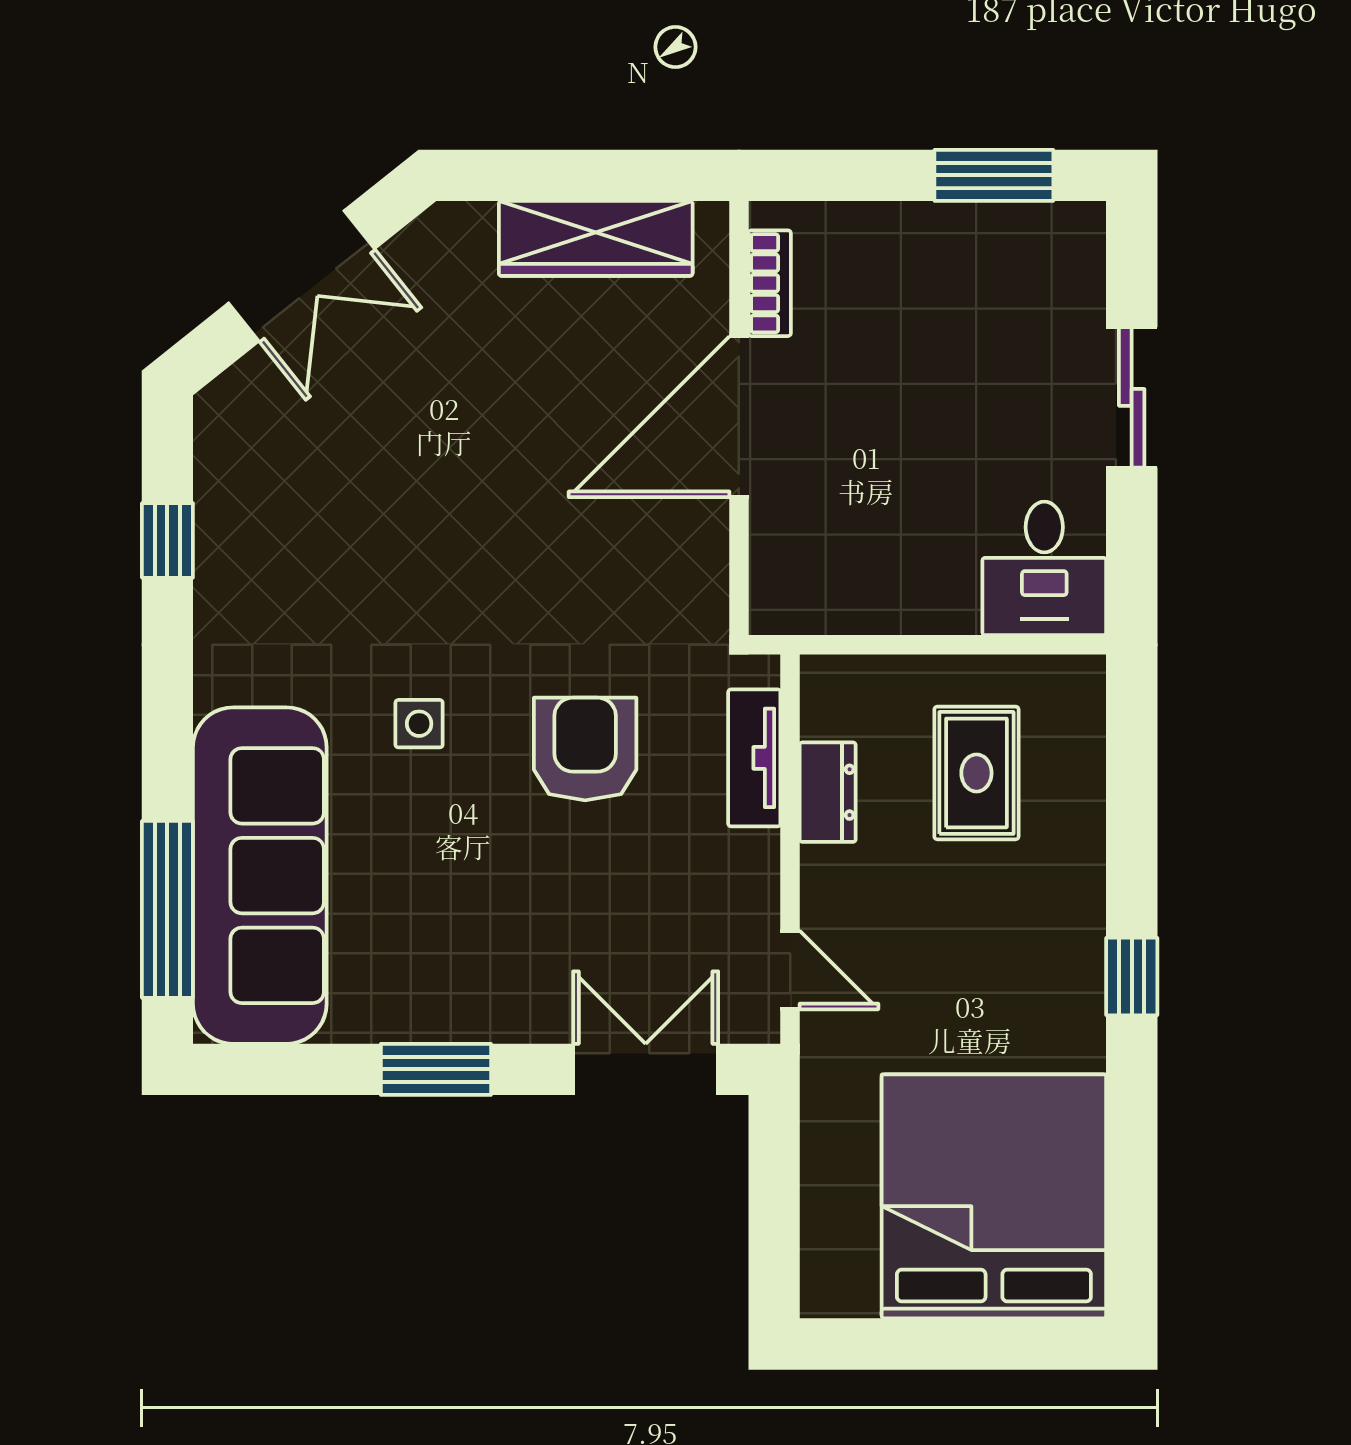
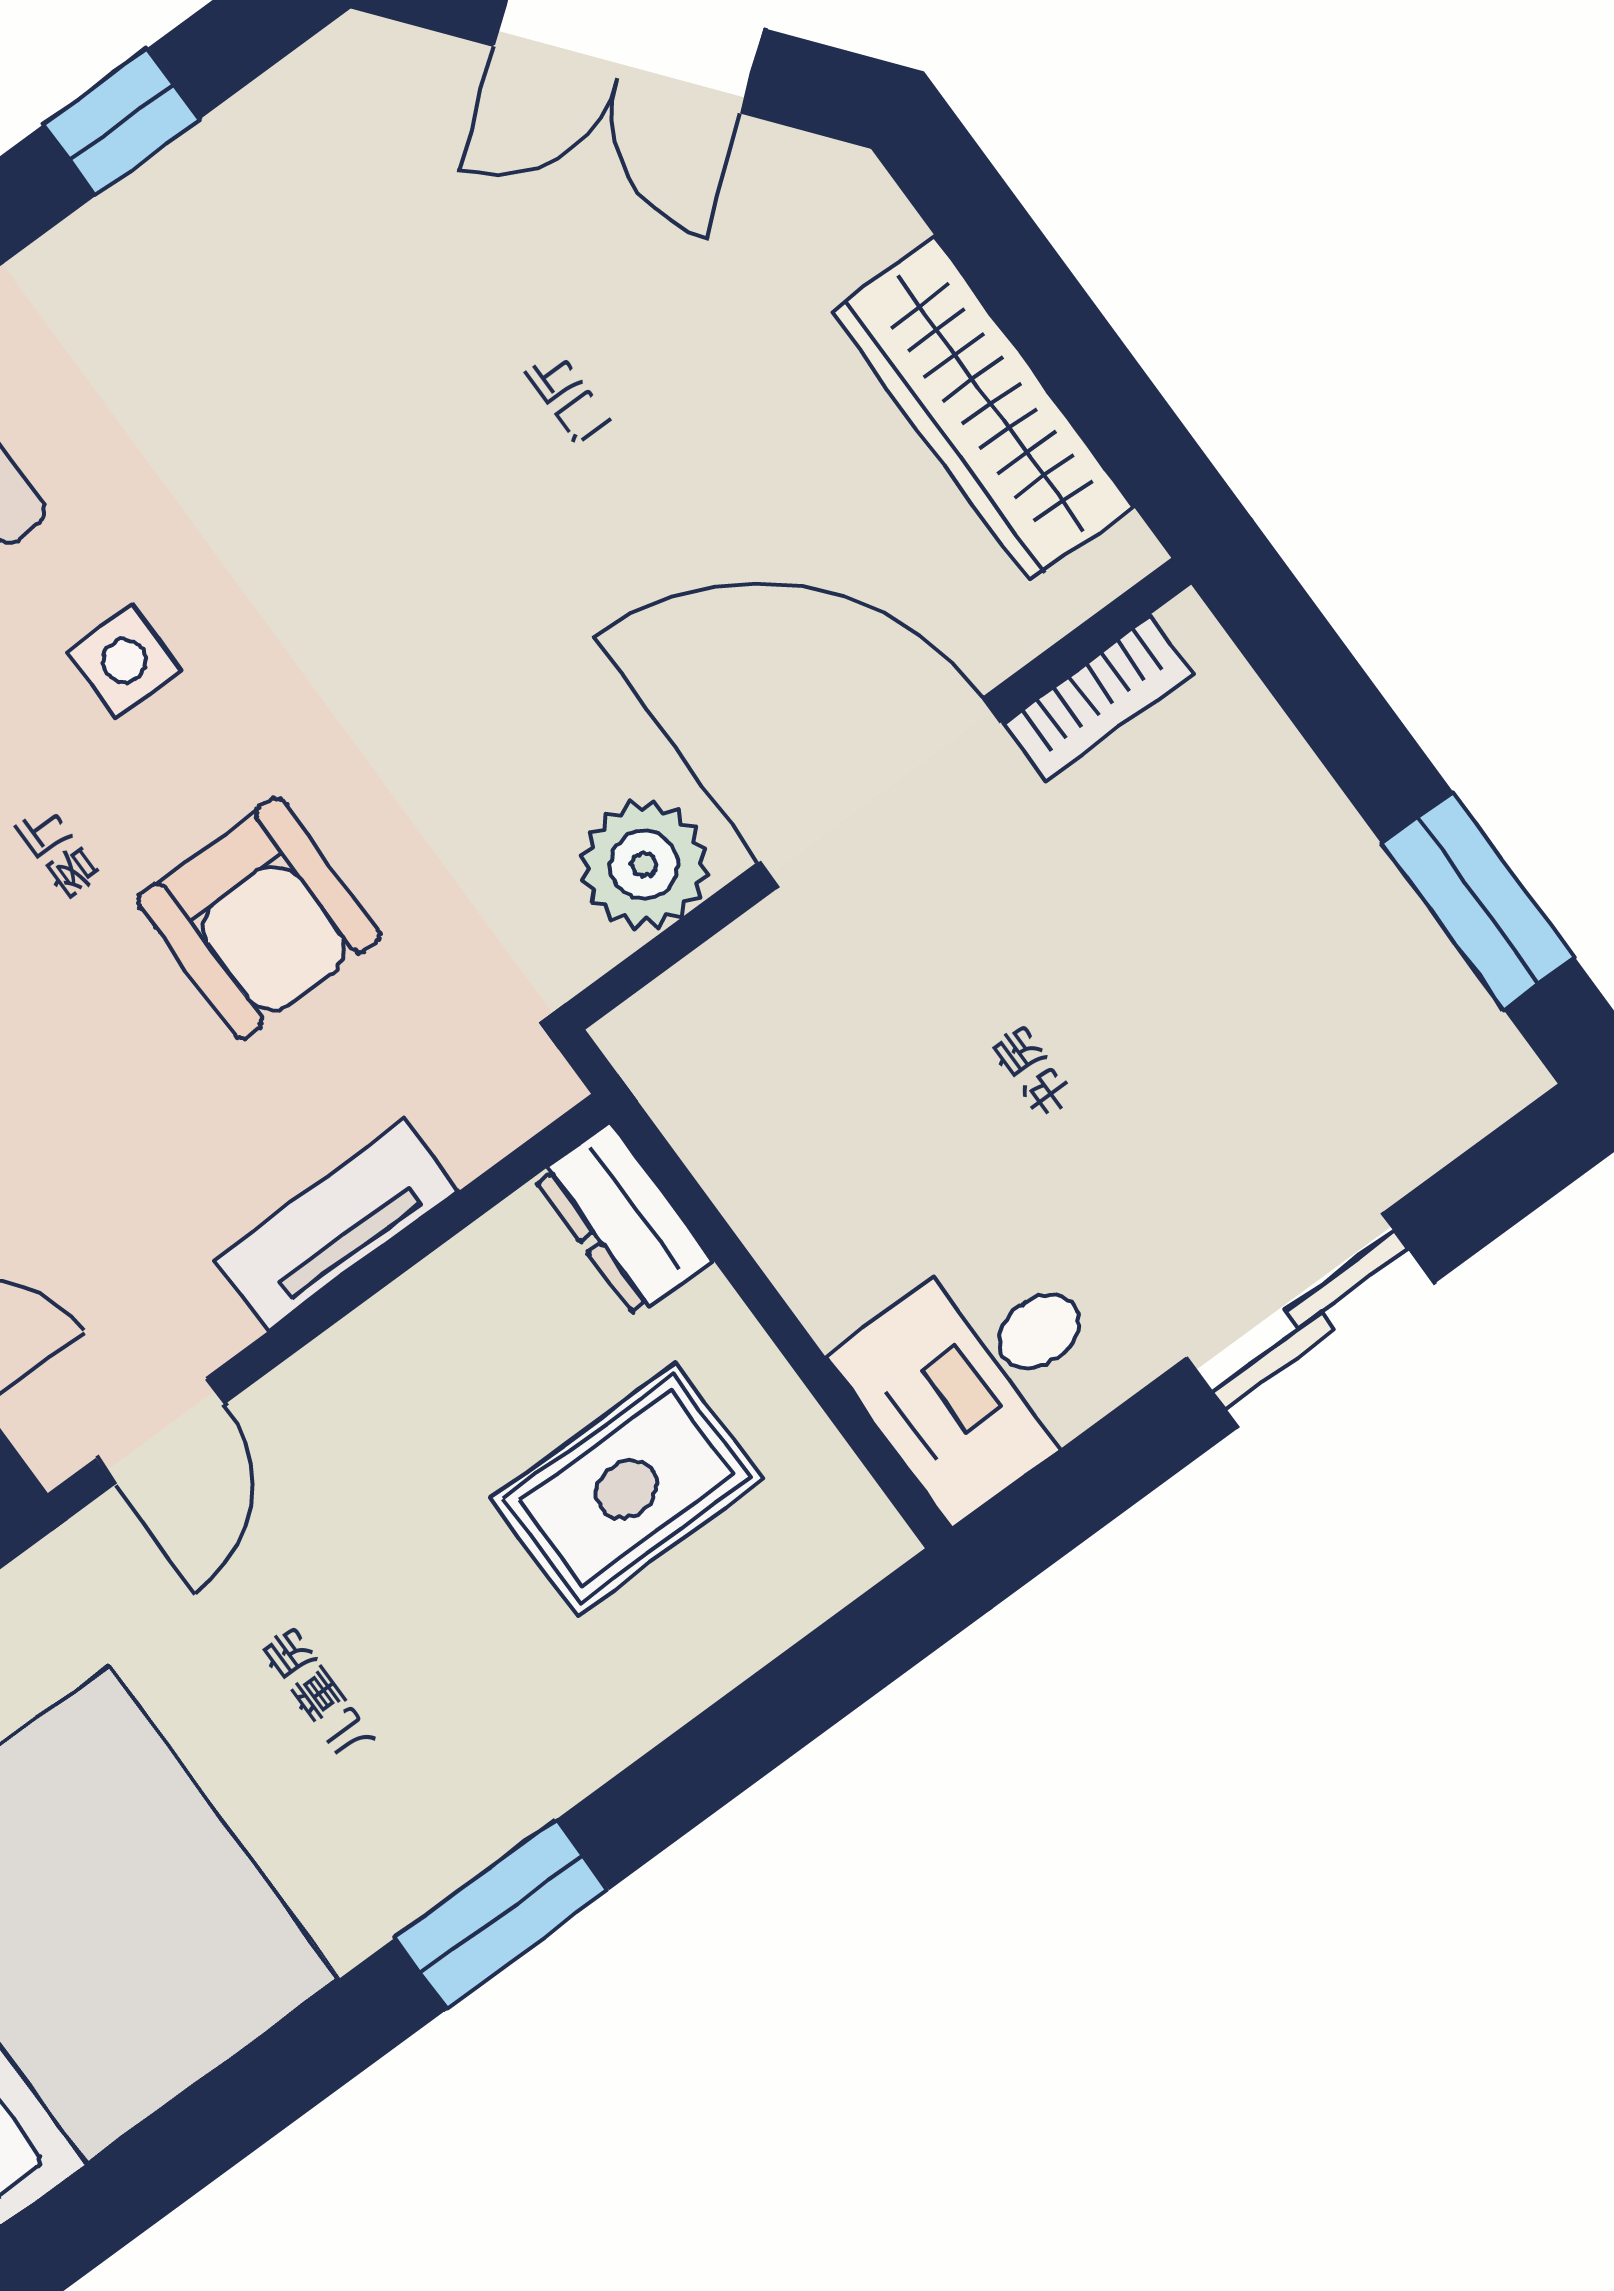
plant: (692, 551) -> (644, 865), added
armchair: (585, 749) -> (259, 918), turned 90
tv unit: (754, 758) -> (336, 1225), moved
dresser: (828, 792) -> (623, 1219), moved, turned 90
window: (1132, 977) -> (502, 1914), width x1.50

